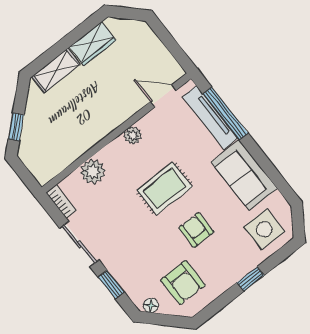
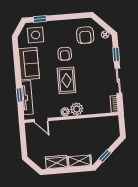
window: (225, 113) -> (19, 95), width x0.46
window: (16, 127) -> (105, 156), moved
plant: (93, 172) -> (77, 109), moved
rug: (165, 188) -> (66, 80), turned 90
window: (251, 279) -> (40, 19), moved
armchair: (183, 283) -> (85, 35), turned 180

